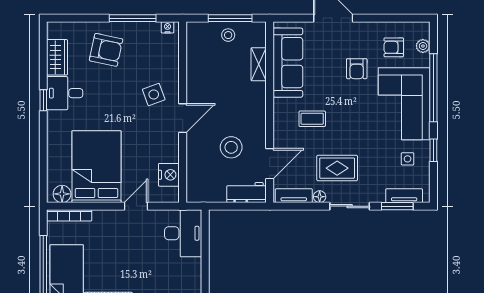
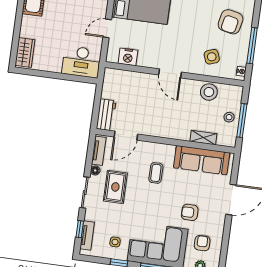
side table: (154, 94) -> (212, 57), moved
stool: (231, 147) -> (209, 92), moved
door: (270, 164) -> (126, 136), hinge flipped
door: (136, 206) -> (107, 28), swing flipped
window: (397, 206) -> (80, 229), width x0.67

